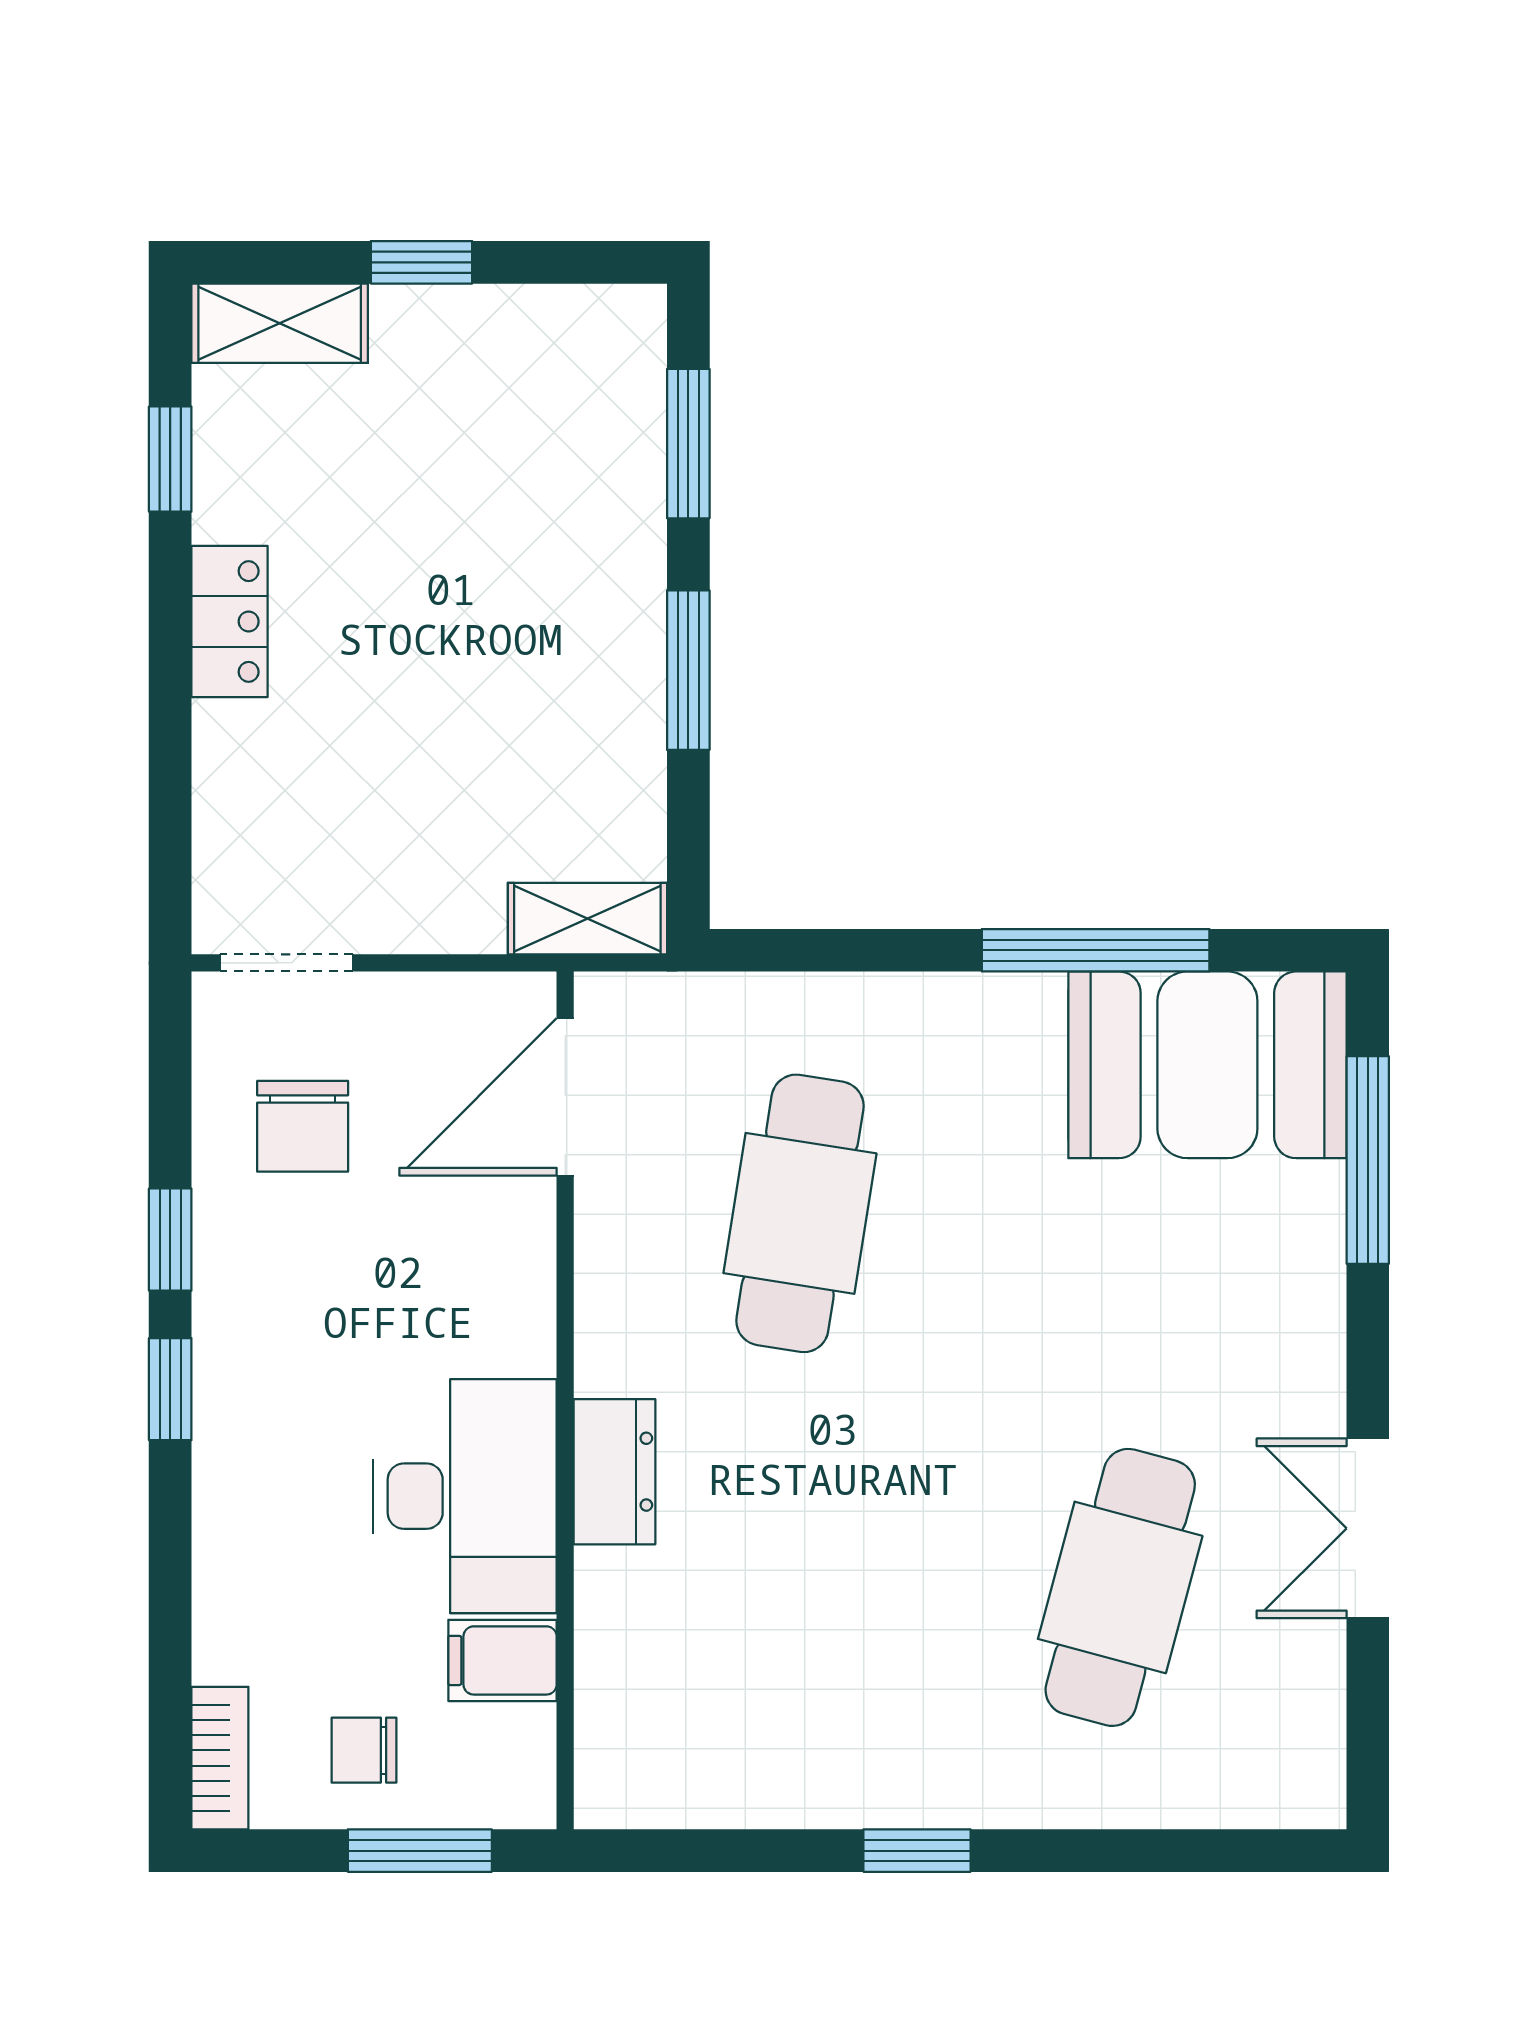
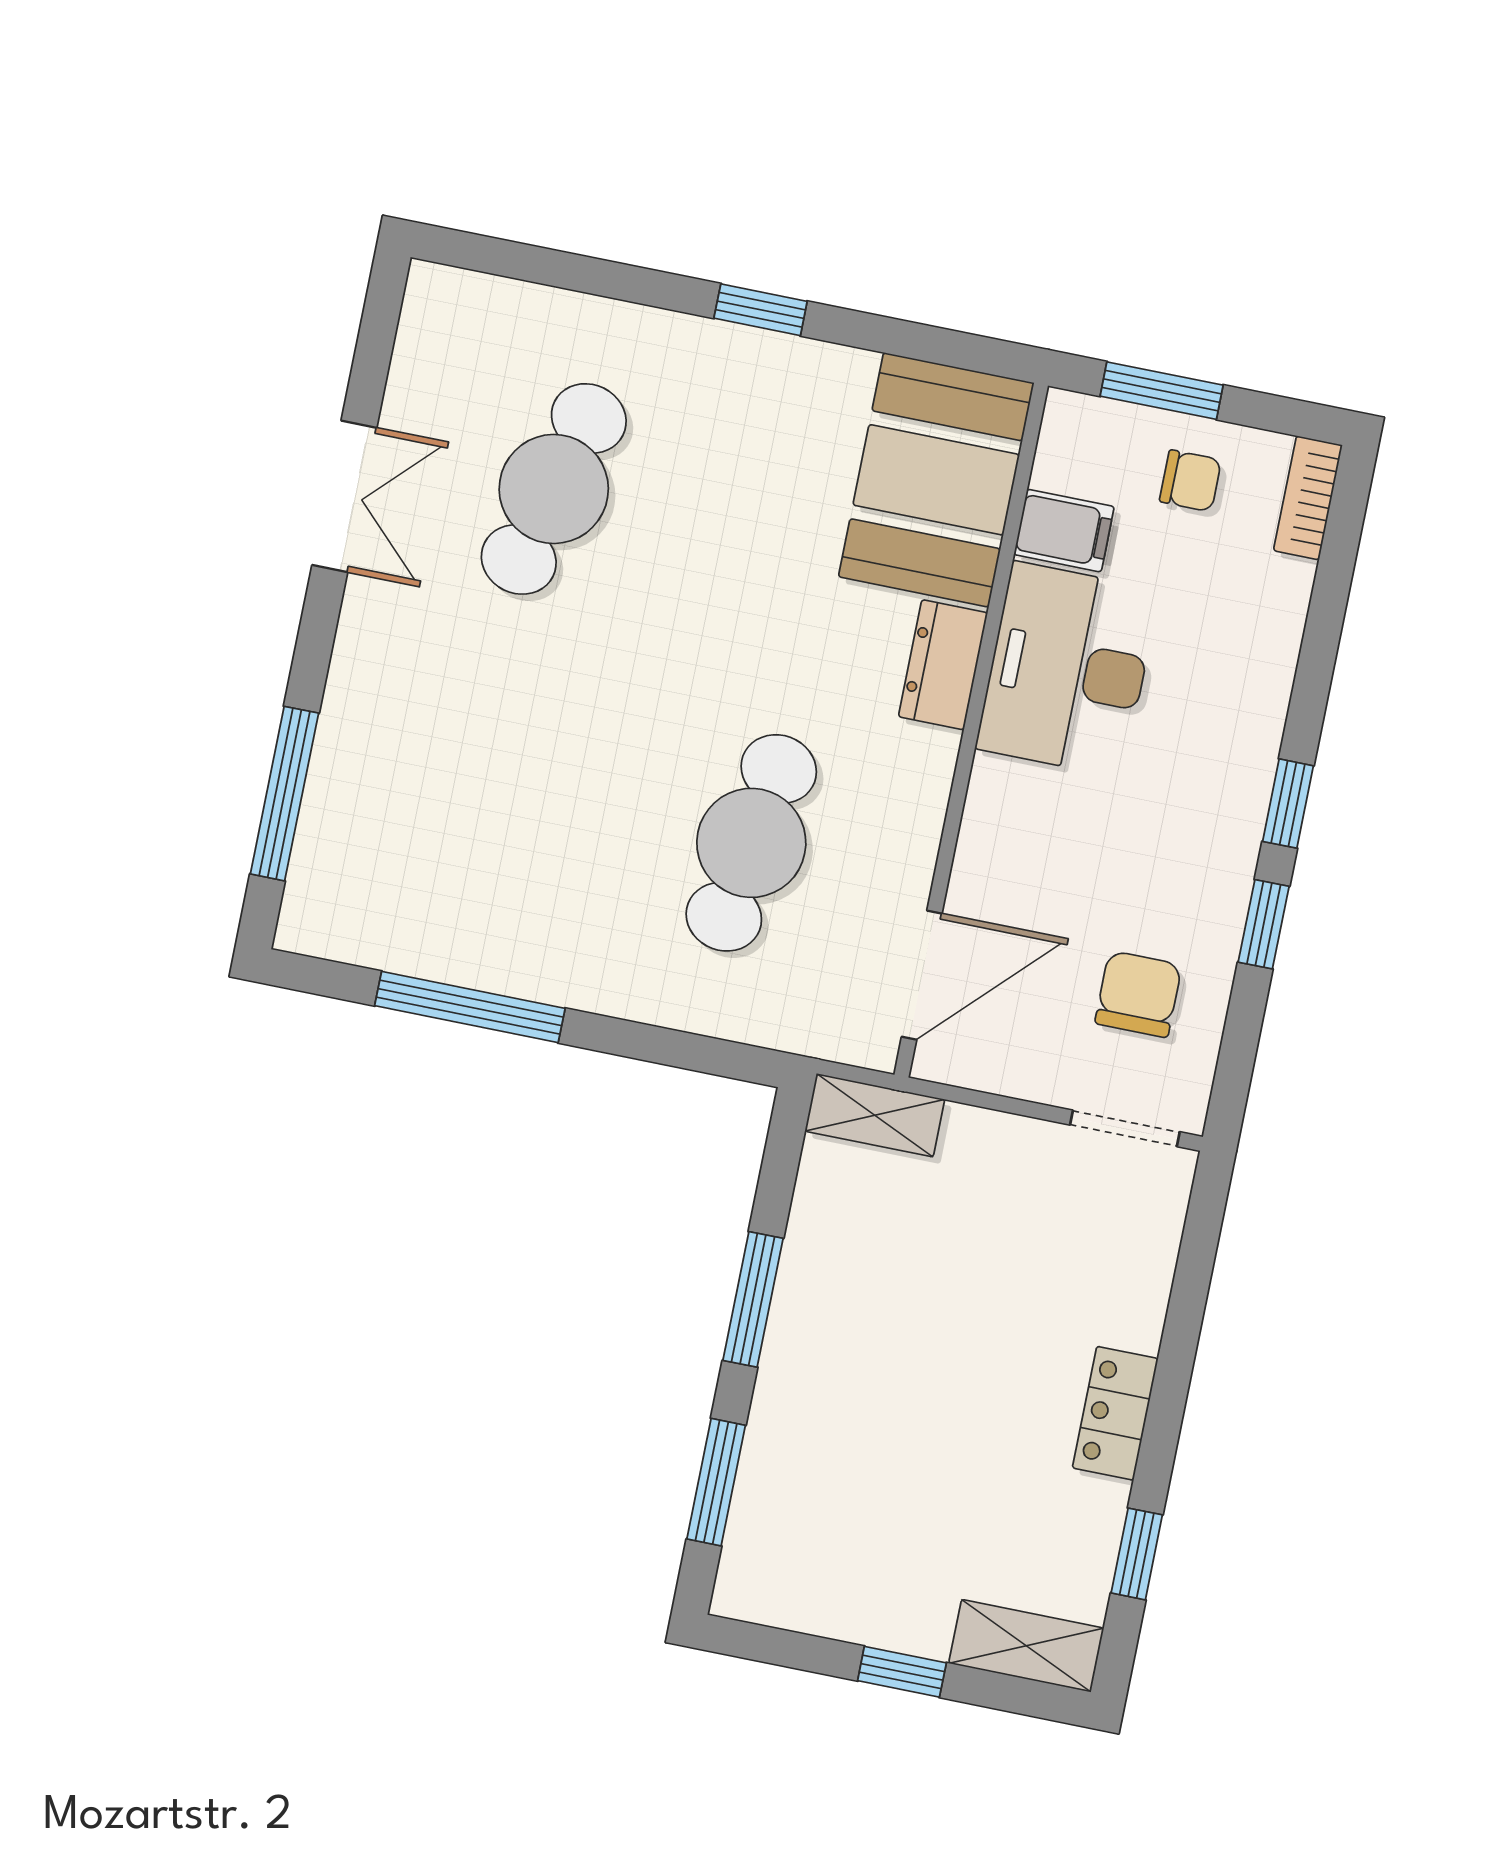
booth: (1207, 1065) -> (936, 480), moved, turned 90

